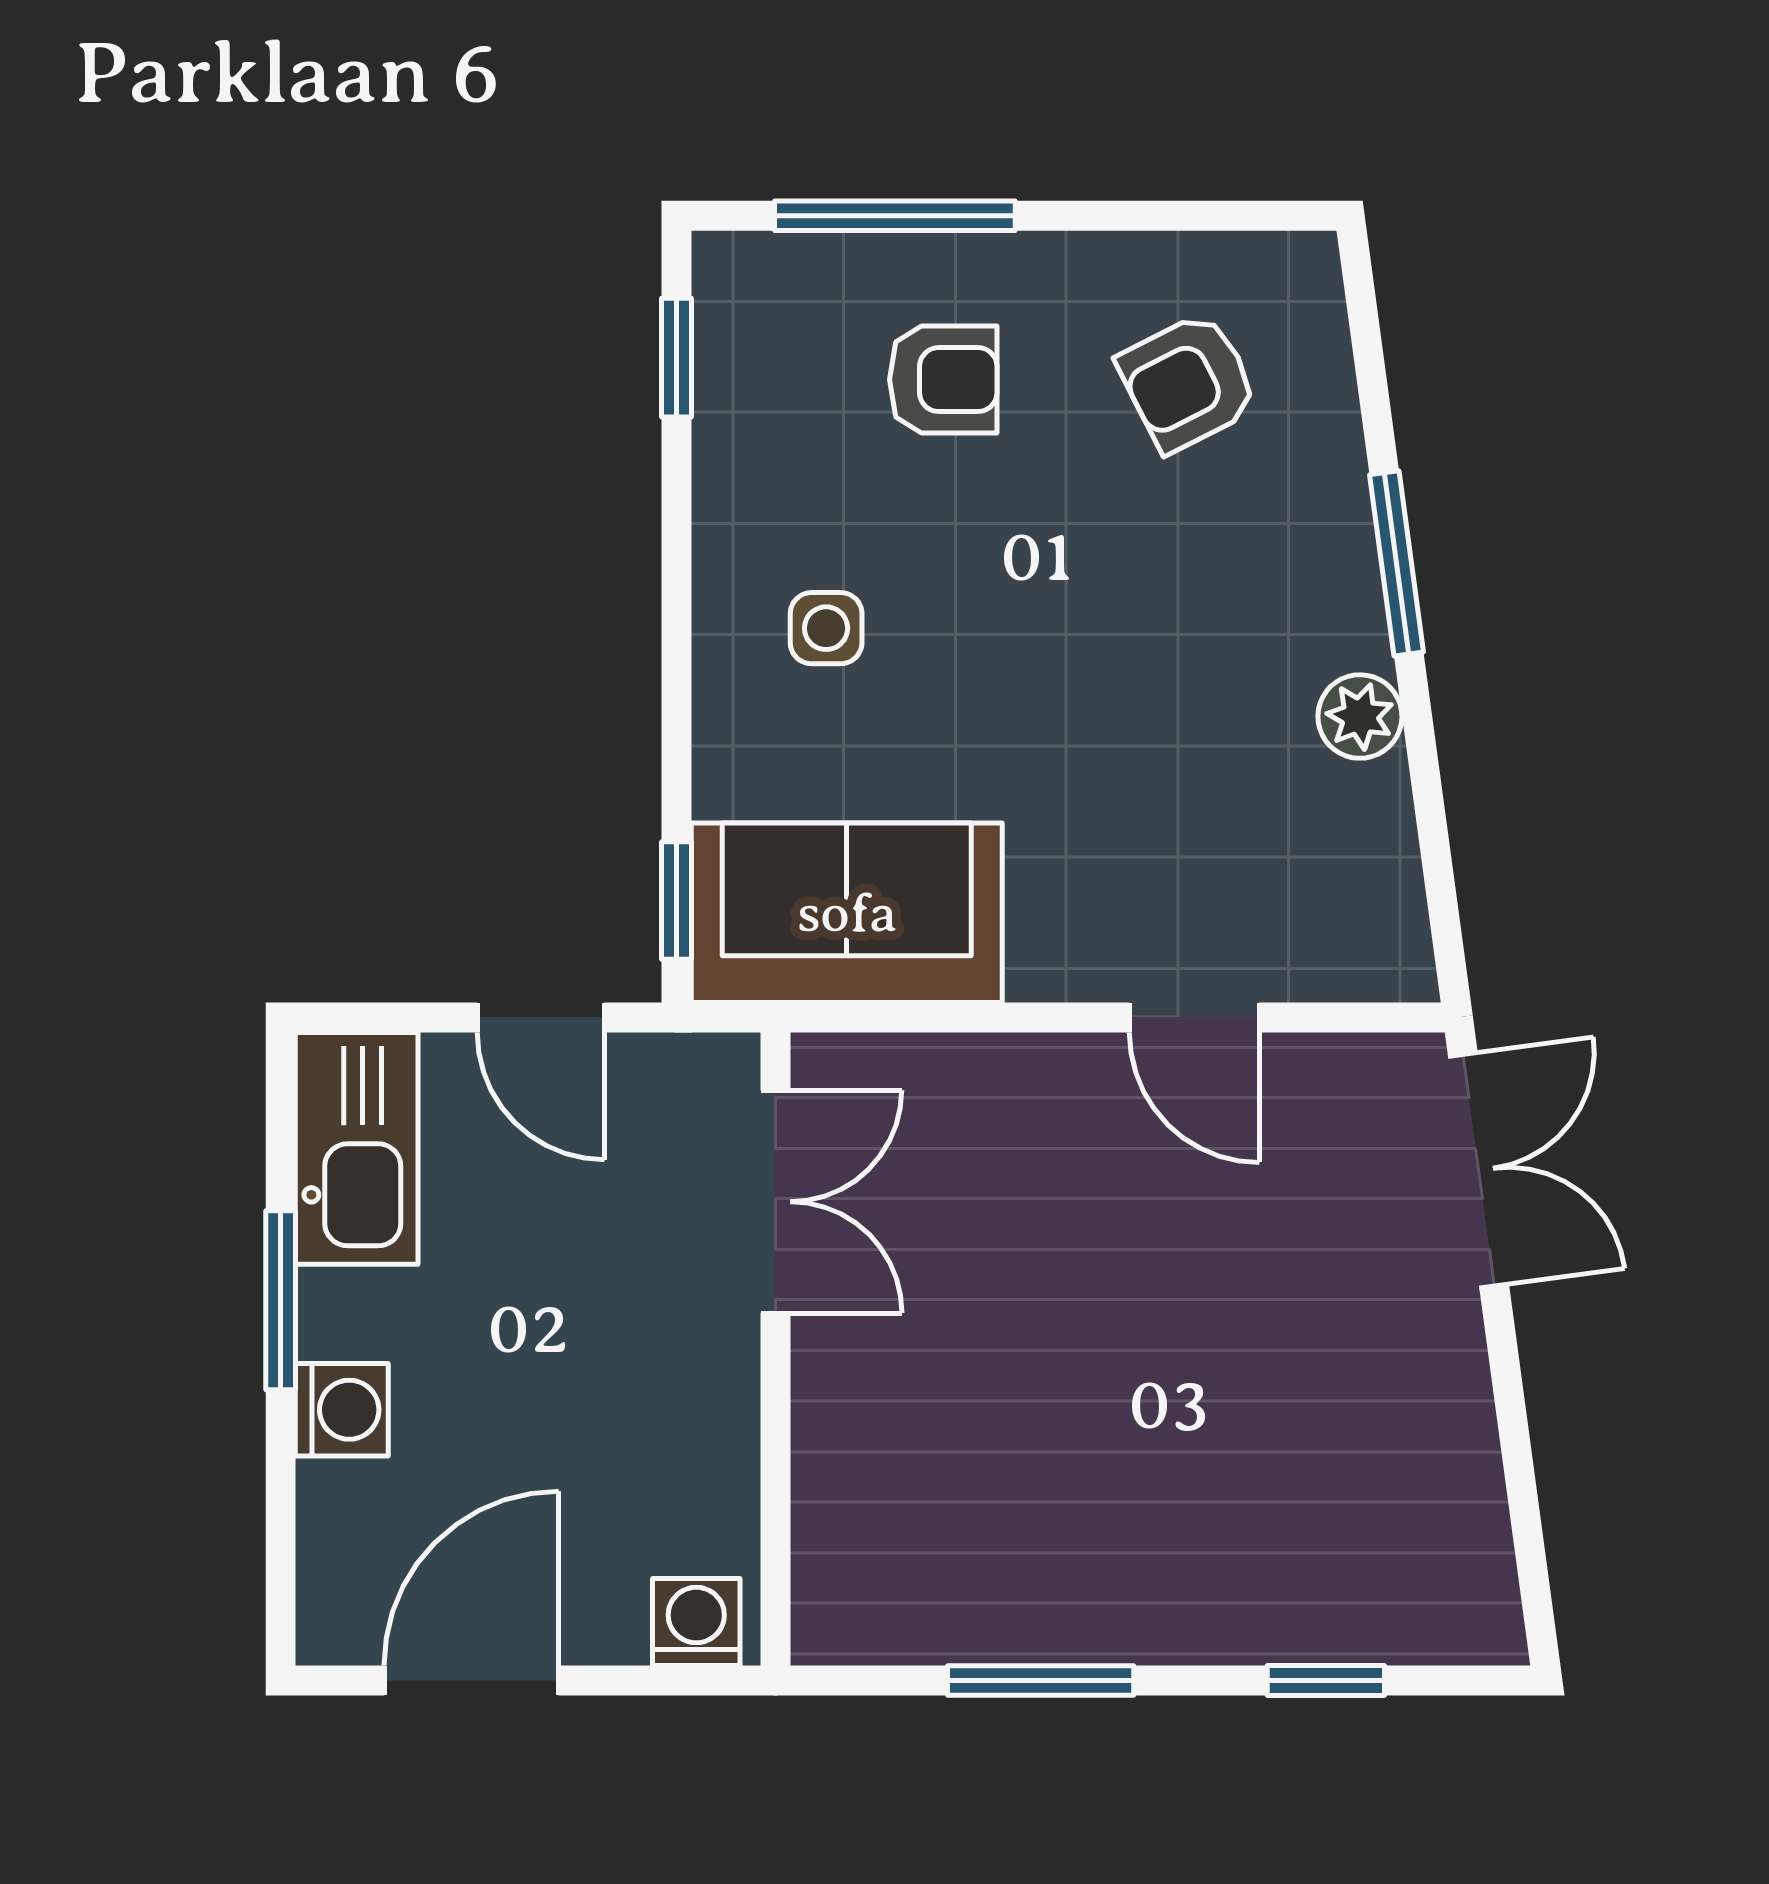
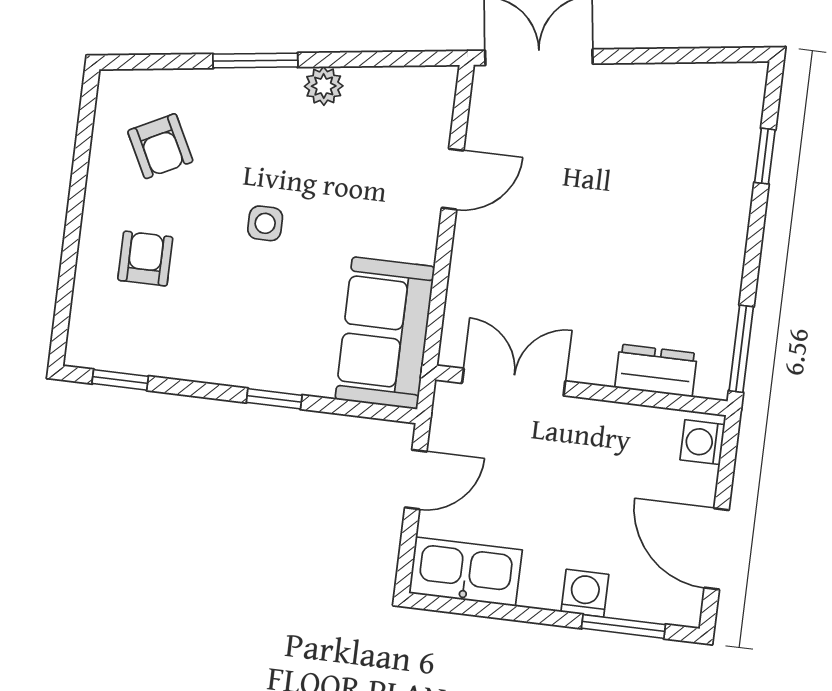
window: (895, 216) -> (67, 272), removed
side table: (826, 628) -> (265, 223), moved
window: (676, 900) -> (274, 399), moved
window: (281, 1300) -> (623, 626), moved
dresser: (838, 1504) -> (656, 370), added
window: (1041, 1680) -> (741, 349), moved

